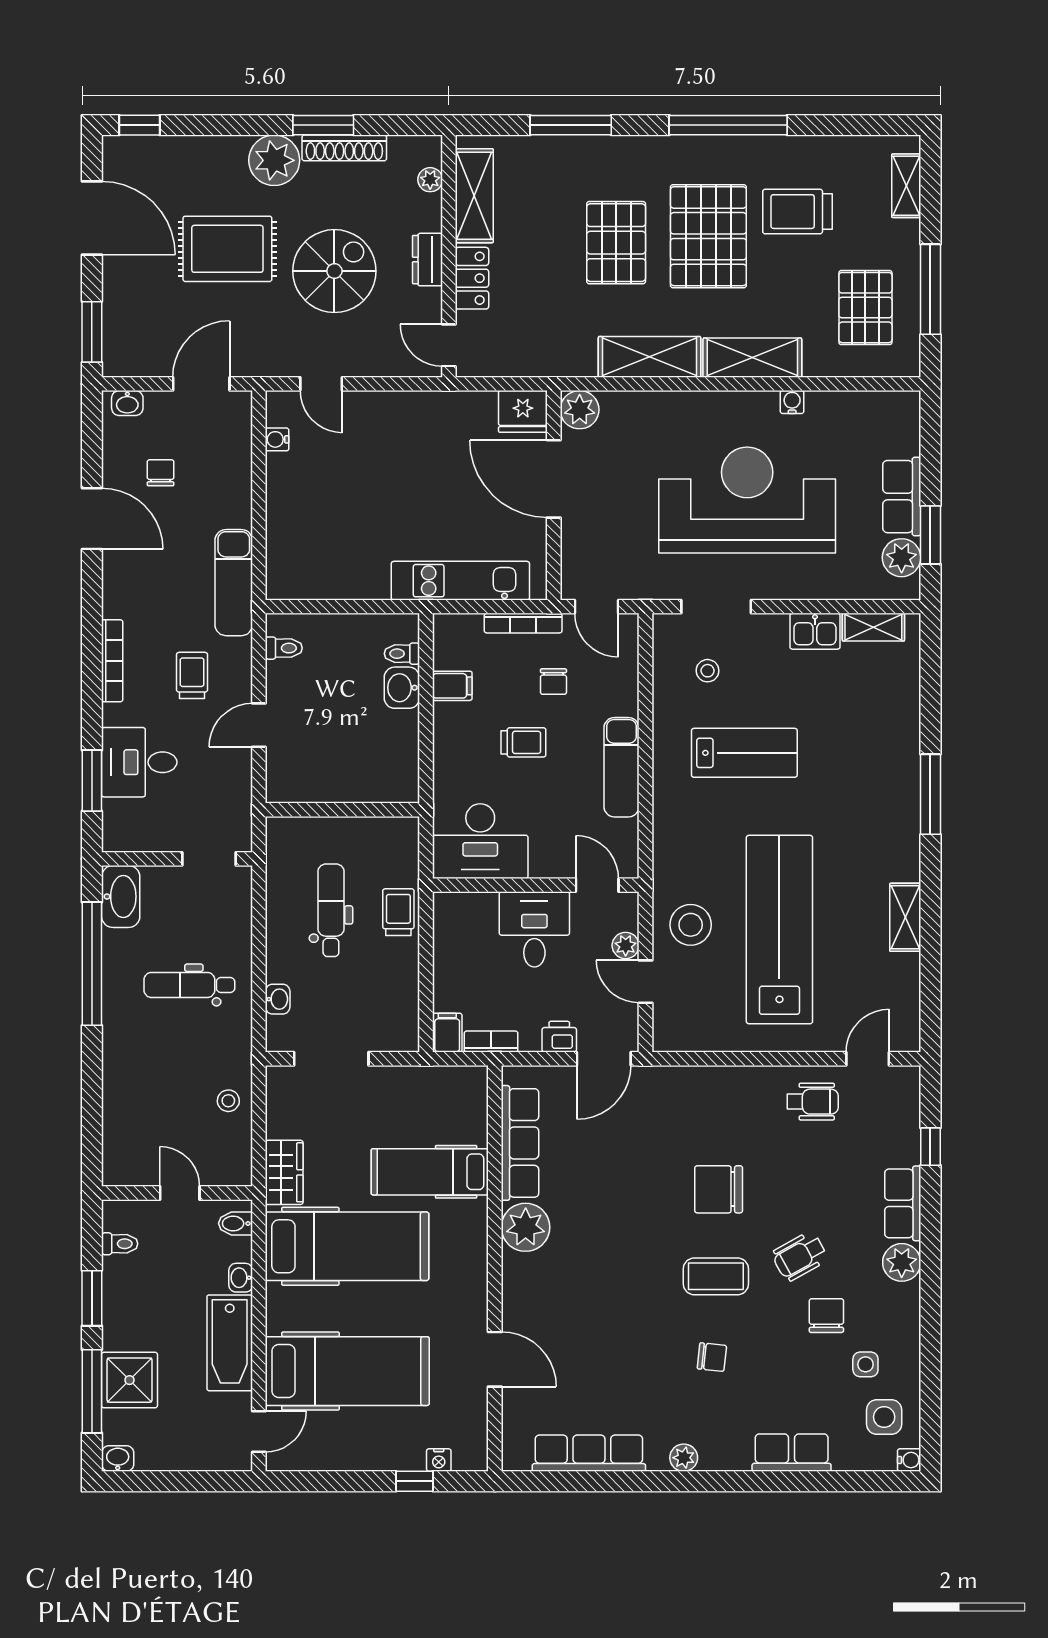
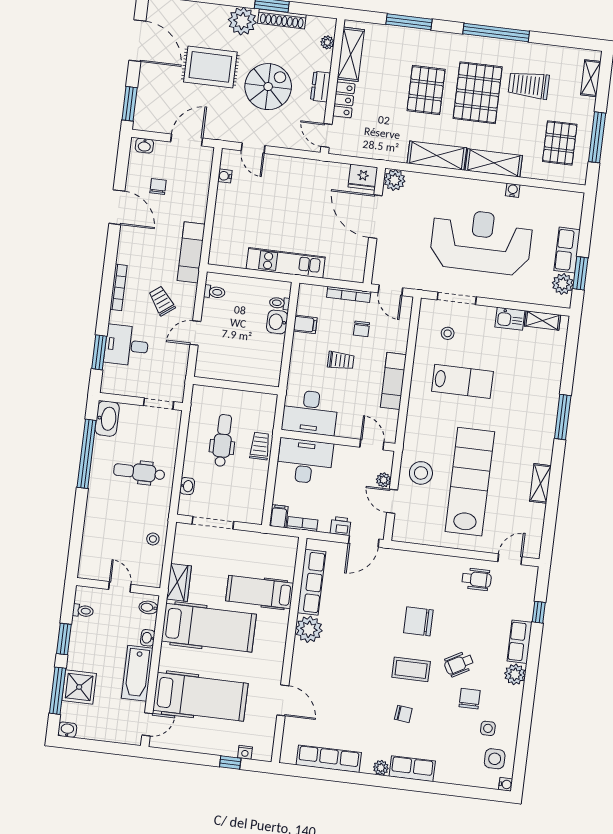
kitchen unit: (460, 581) -> (286, 263), moved
trolley: (192, 675) -> (162, 301), turned -37
desk: (534, 929) -> (305, 461), moved, width x1.37
row of seats: (792, 1453) -> (412, 769), moved

